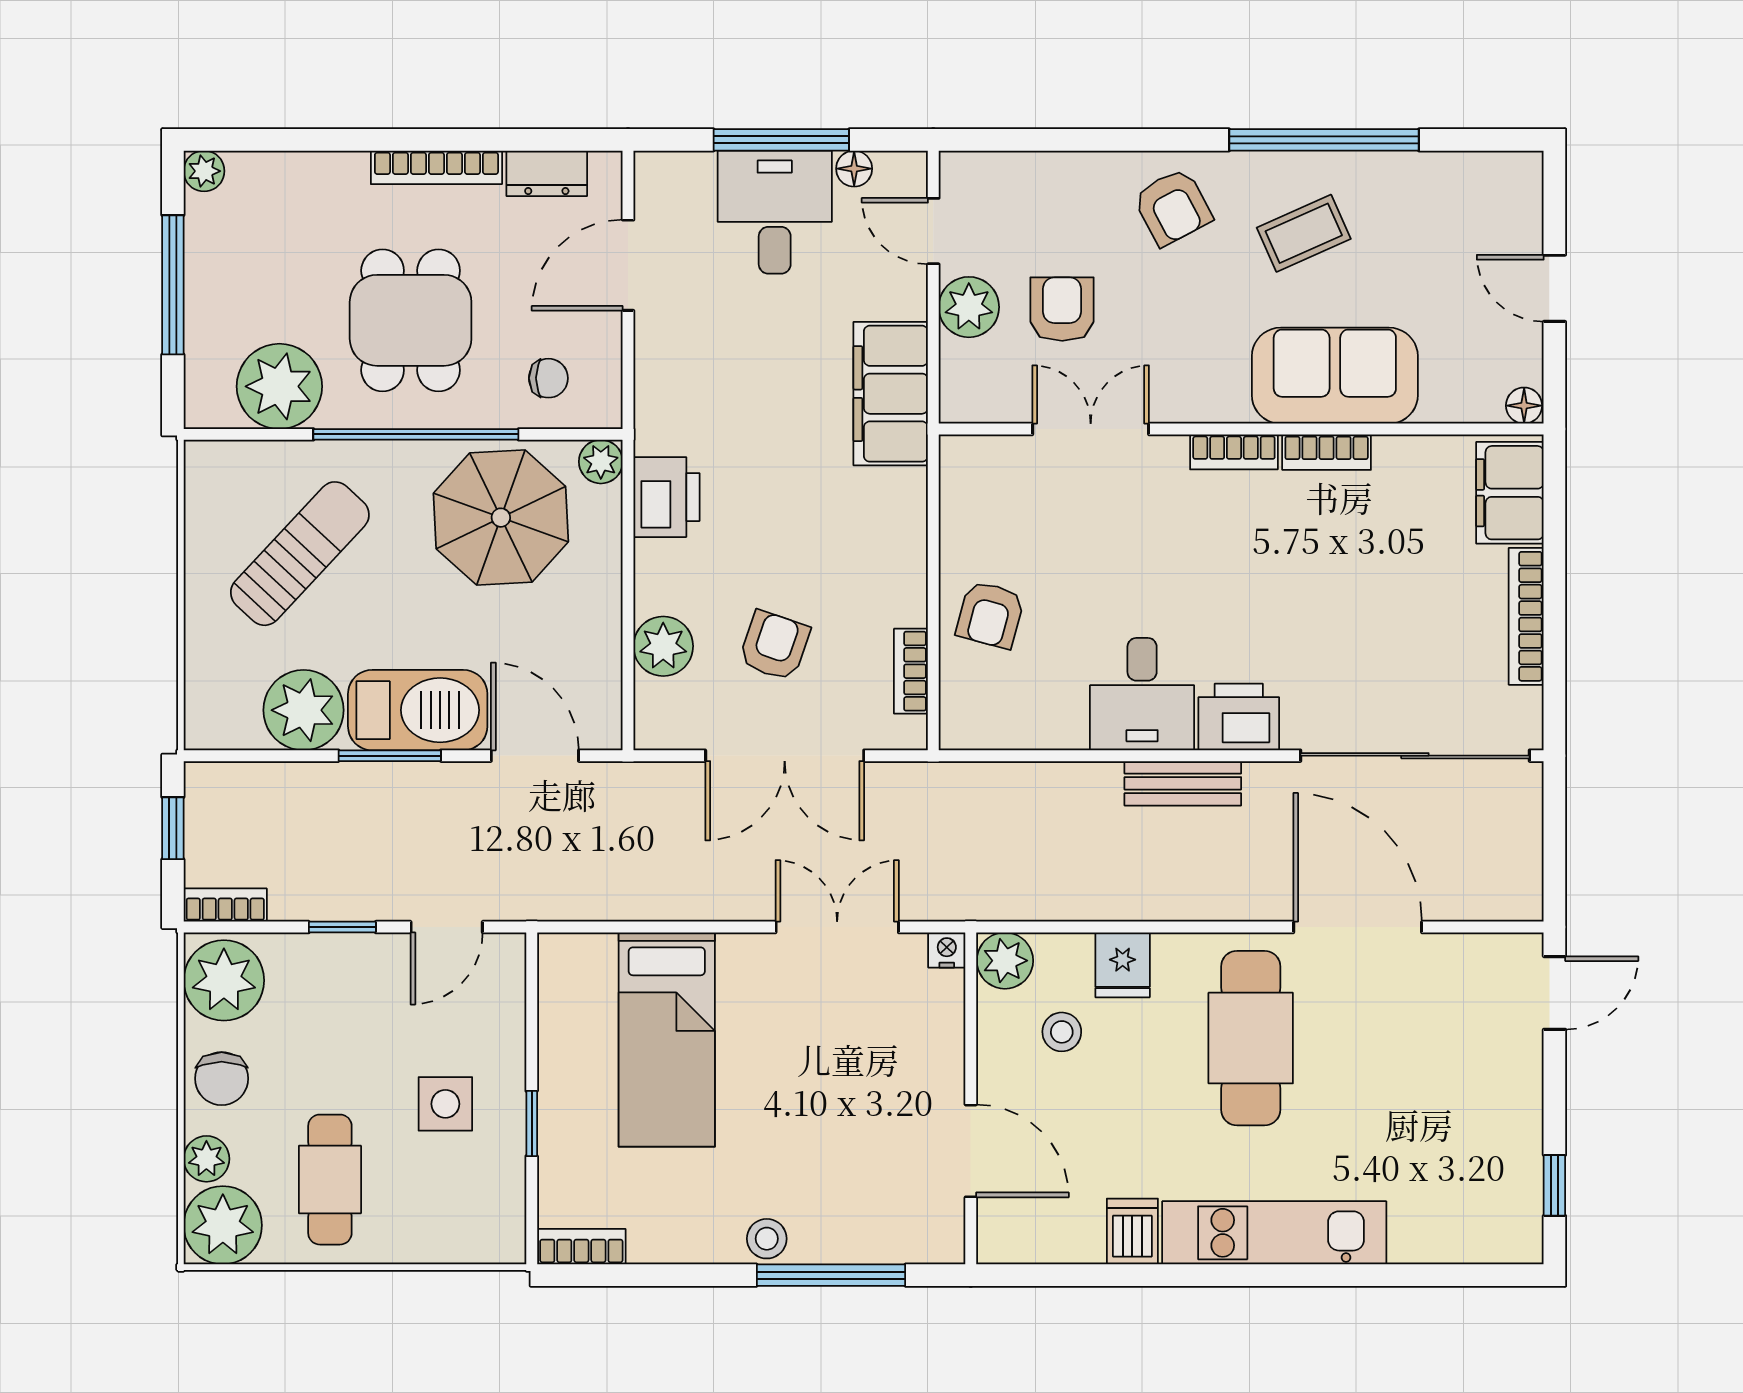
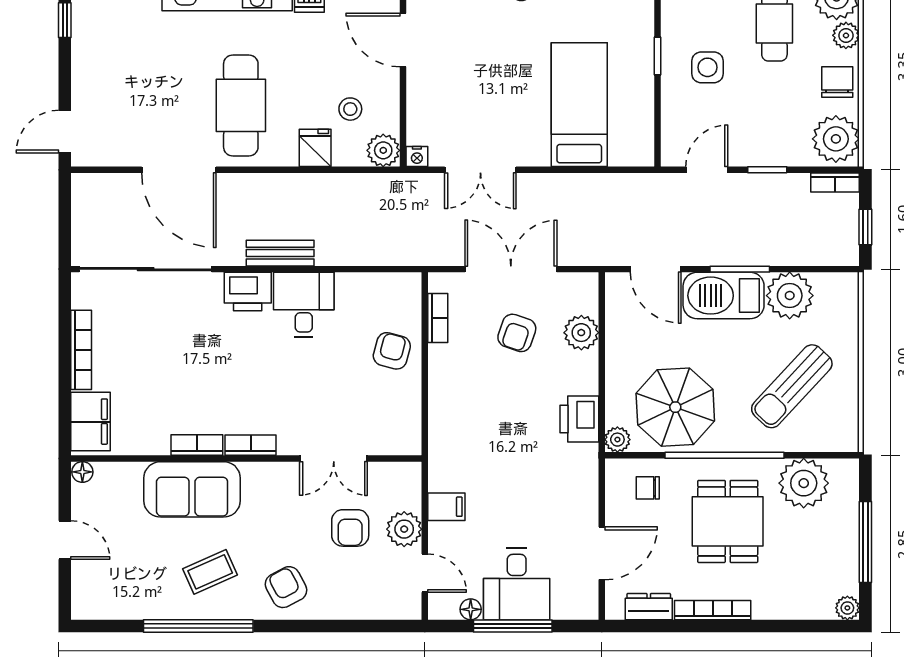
filing cabinet: (891, 394) -> (446, 507), width x0.33, depth x0.86

